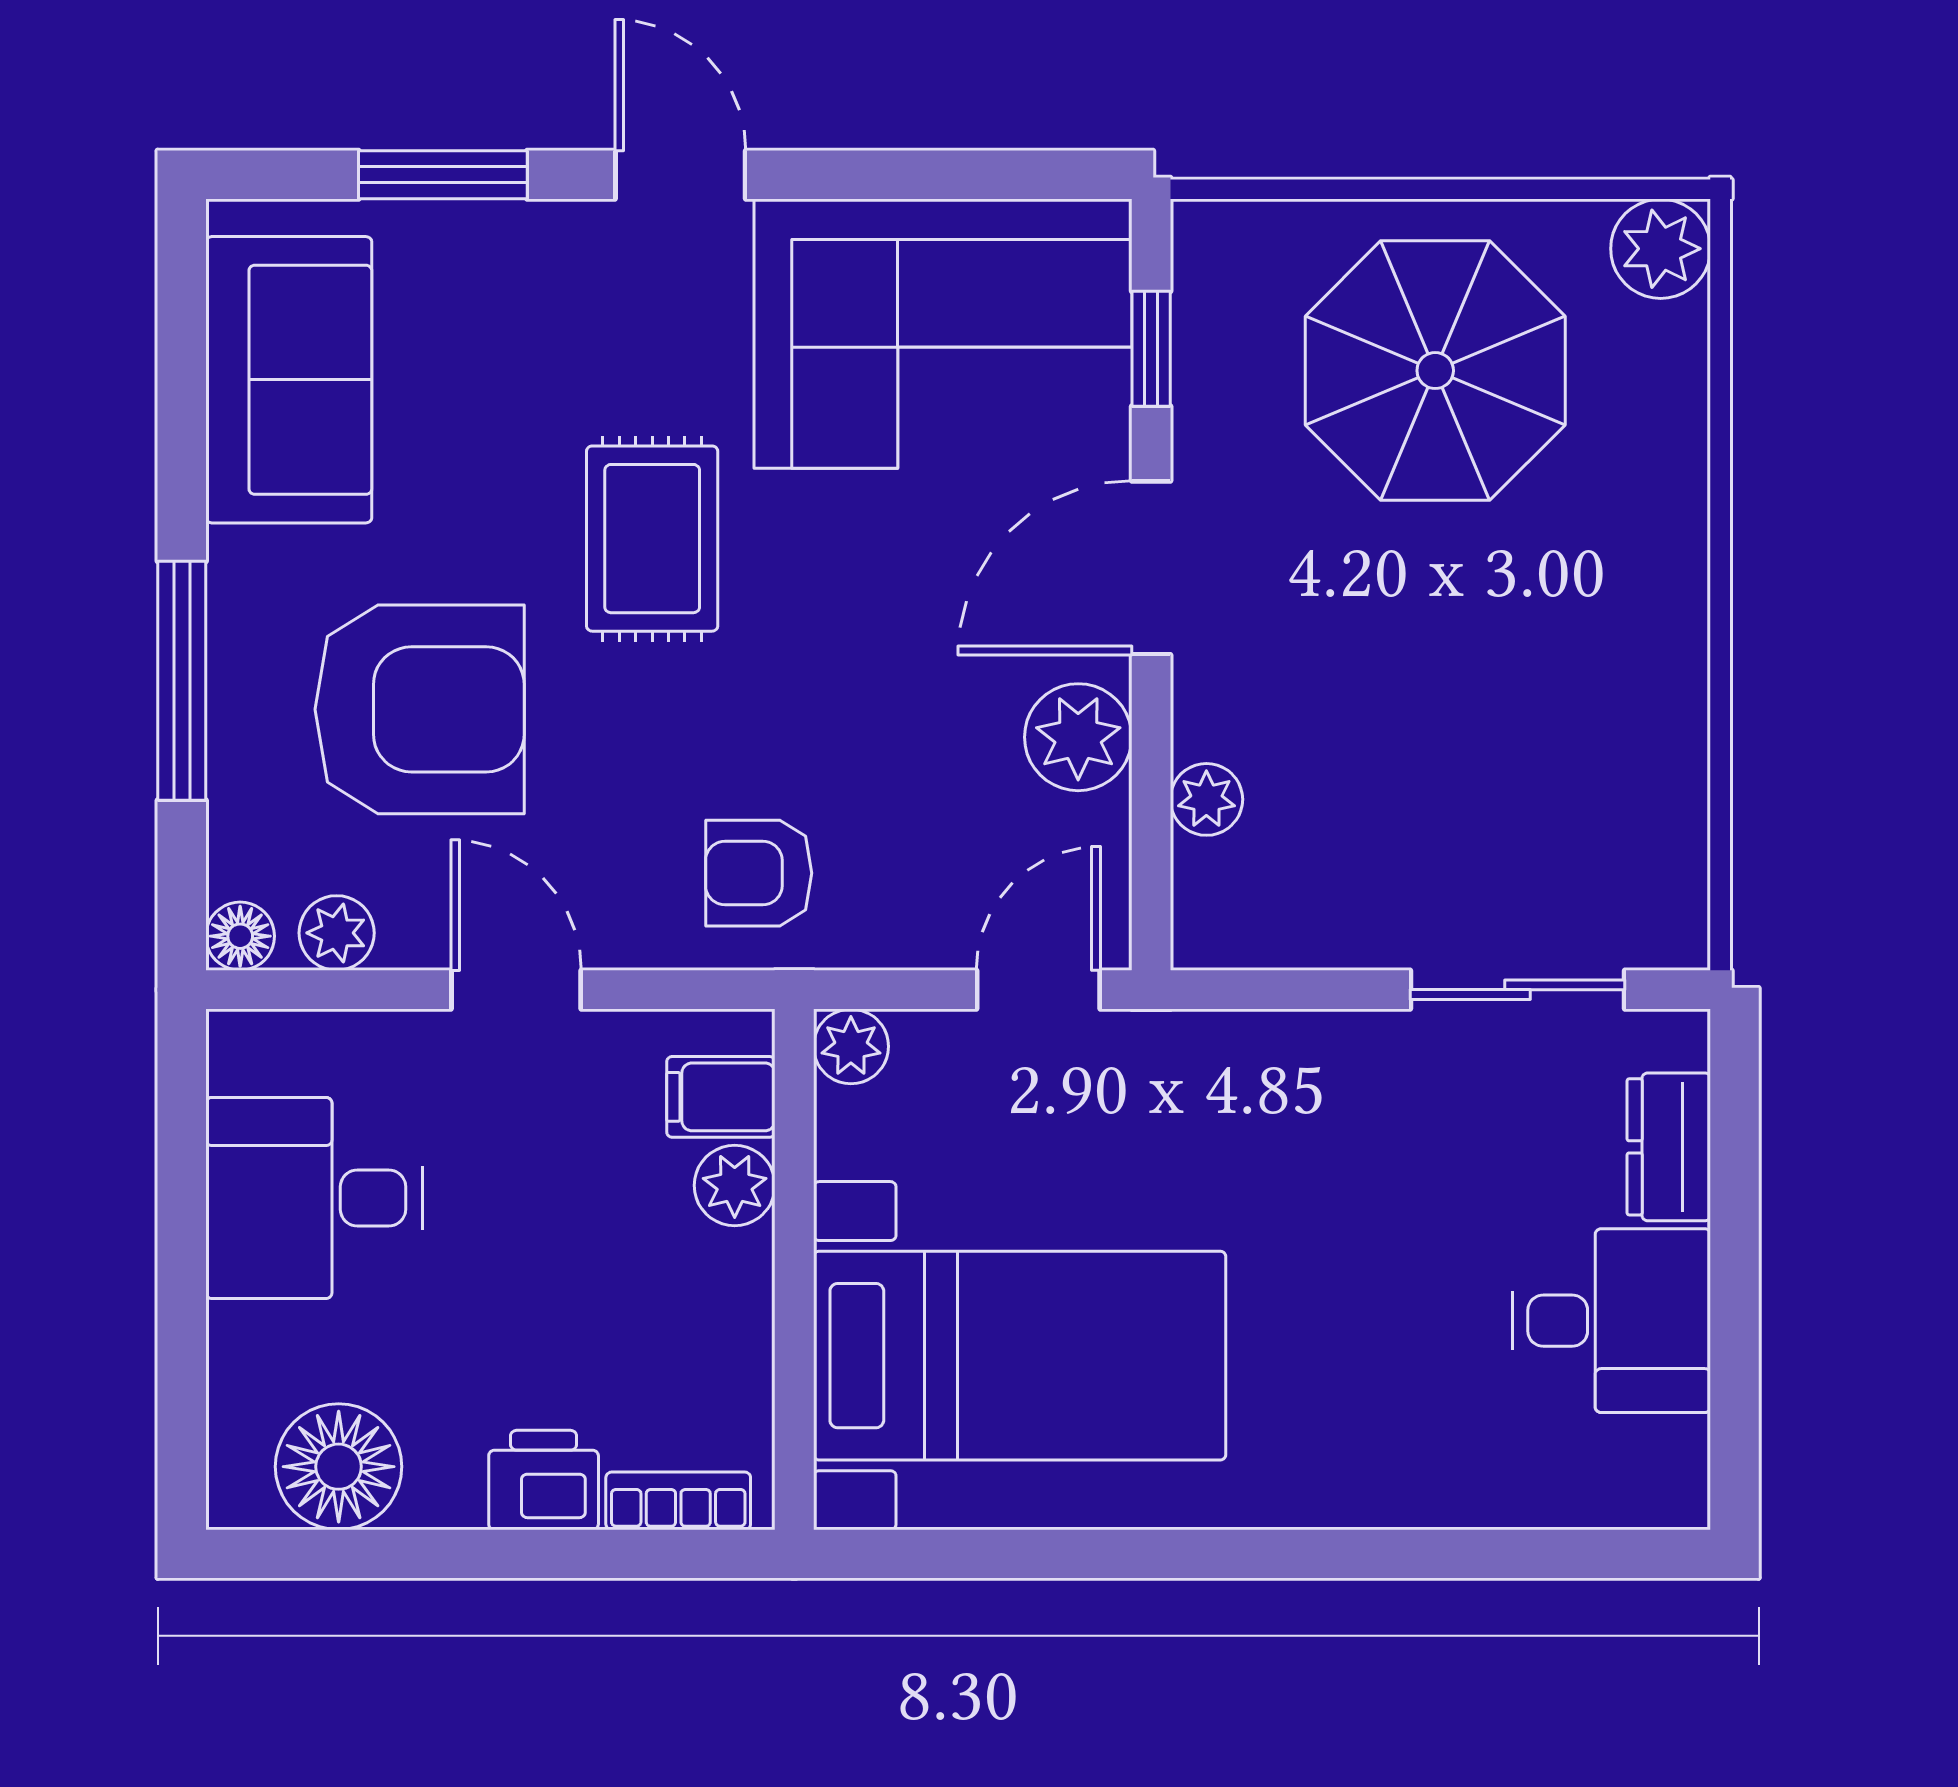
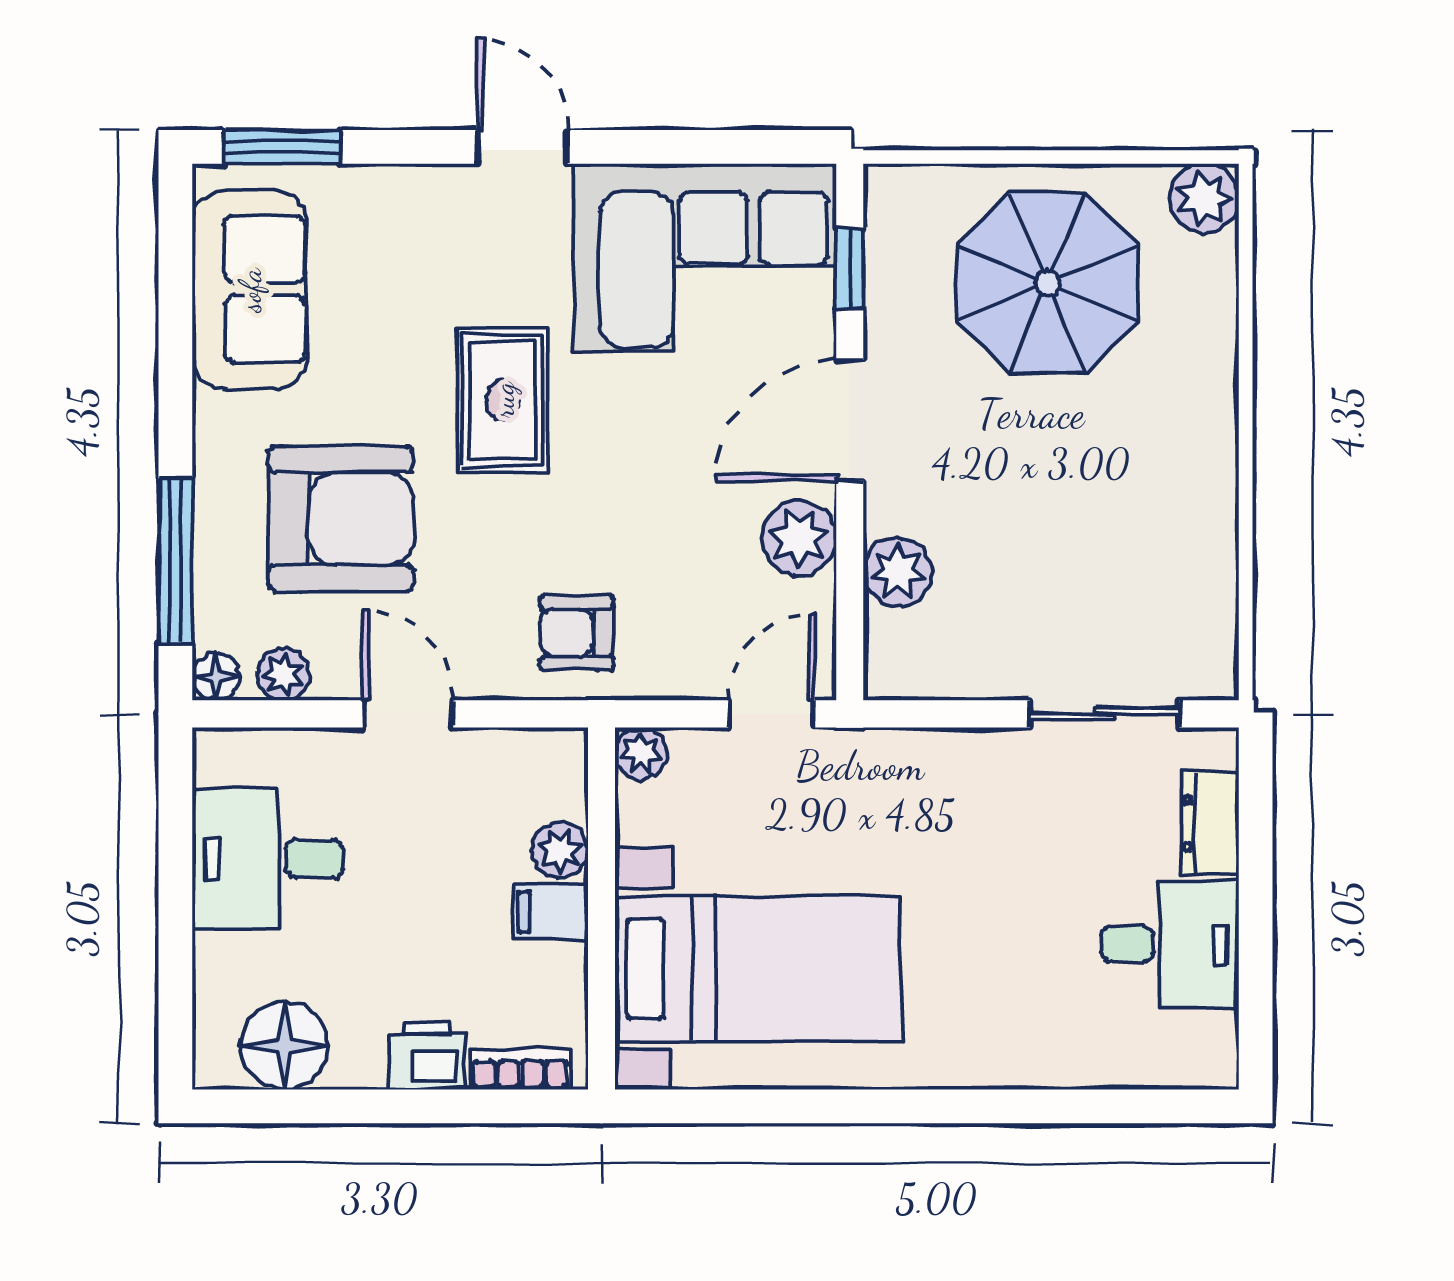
window: (443, 175) -> (282, 147), moved
window: (182, 681) -> (175, 560), moved
plant: (1206, 799) -> (898, 572), width x1.38, depth x1.38
filing cabinet: (721, 1097) -> (550, 912), moved

